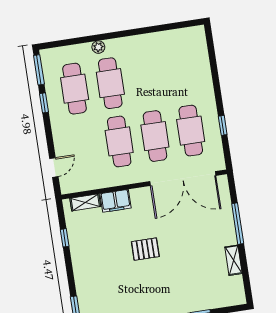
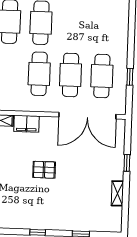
window: (238, 224) -> (127, 163), width x0.46

